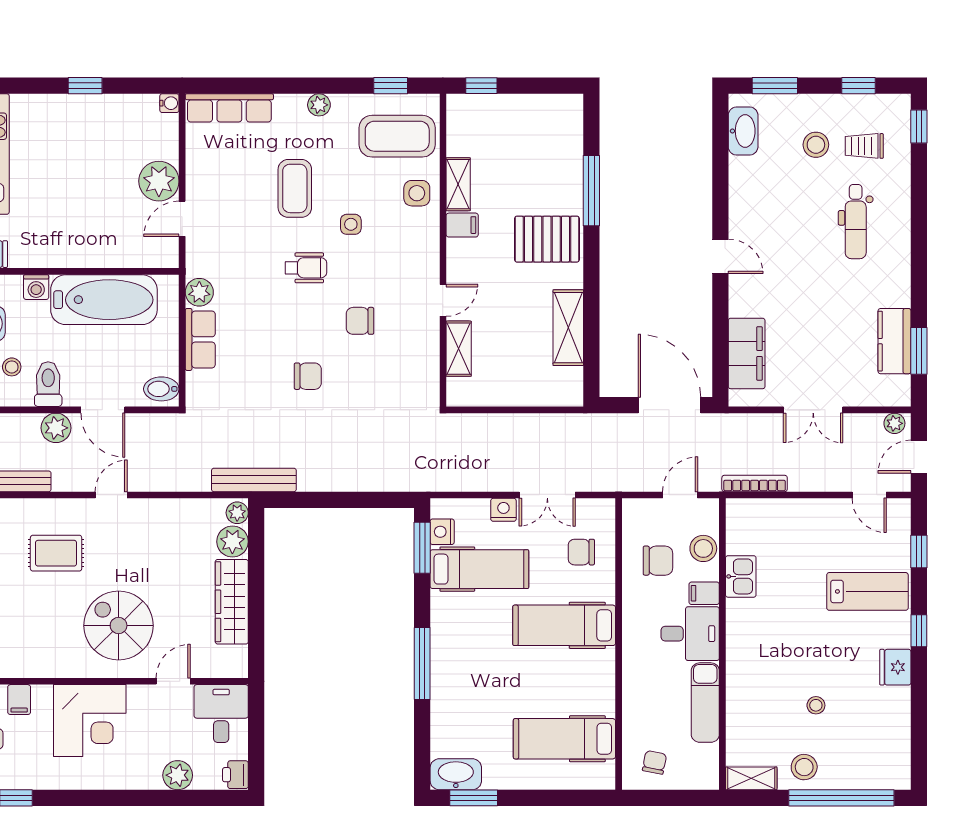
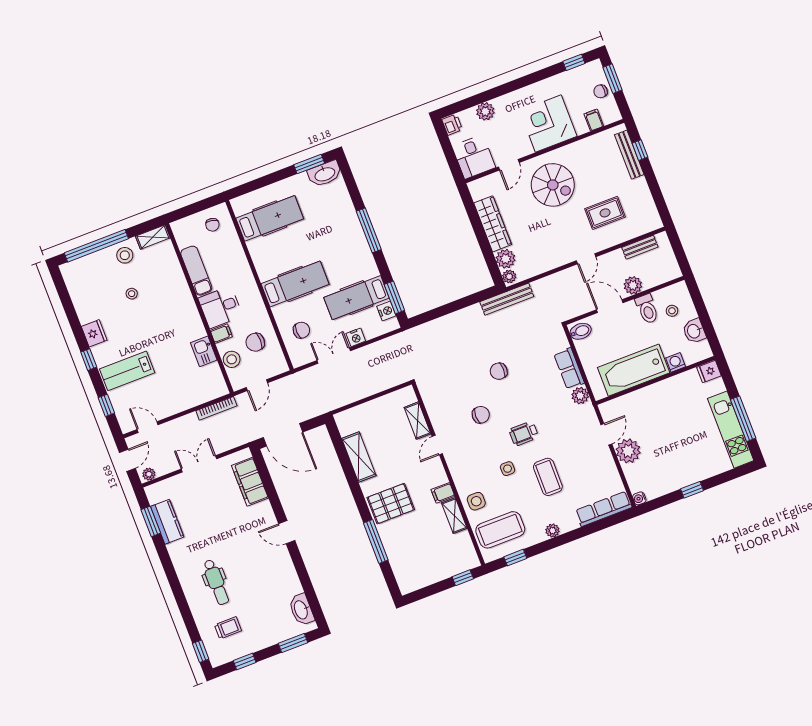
stool: (816, 145) -> (256, 618), removed
dental chair: (856, 222) -> (216, 582), turned 180

